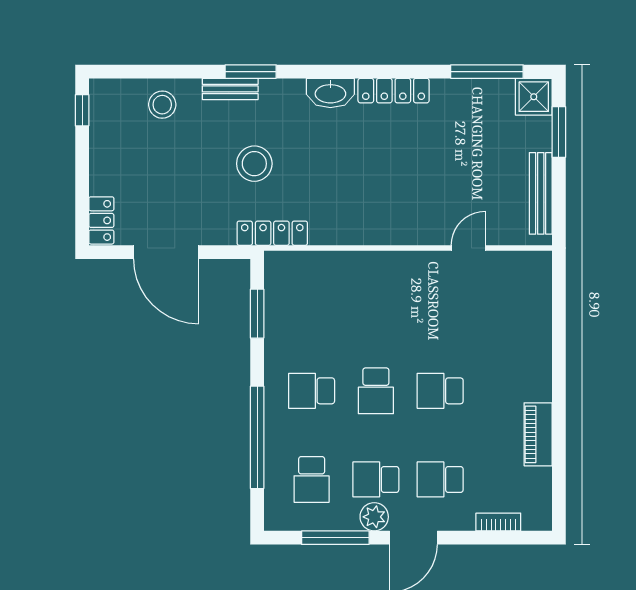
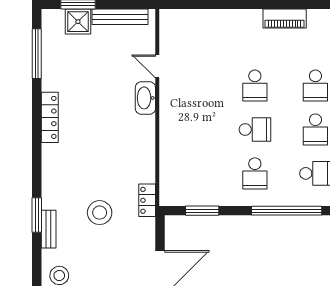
washbasin: (330, 93) -> (145, 98), moved, turned 180
shower: (534, 97) -> (78, 22), moved
locker: (272, 233) -> (147, 200), width x0.66

